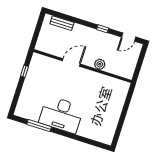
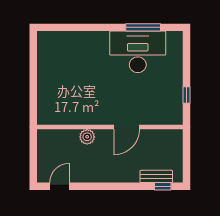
window: (103, 29) -> (163, 186), moved
desk: (61, 115) -> (138, 52), moved

